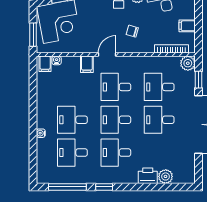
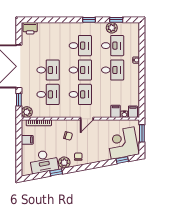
filing cabinet: (87, 64) -> (116, 111), moved
printer: (148, 176) -> (30, 28), moved
plant: (166, 176) -> (112, 28), moved
window: (67, 187) -> (116, 20), width x0.46

